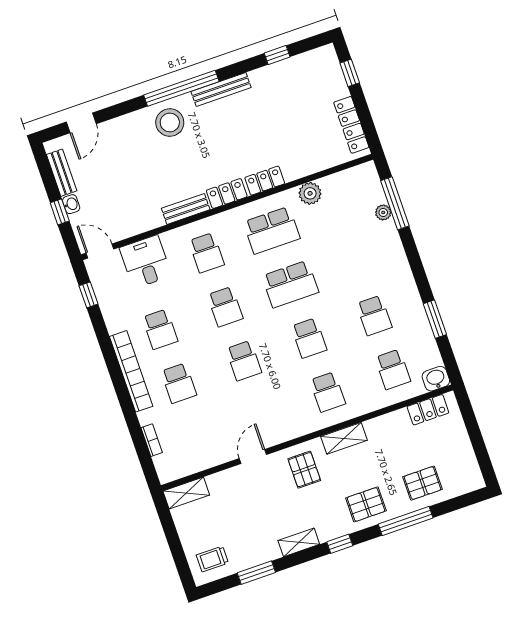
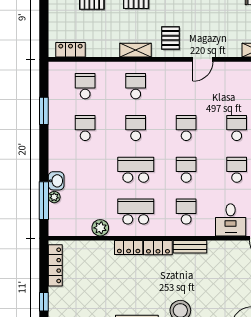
washbasin: (436, 379) -> (56, 181), moved, turned -90

